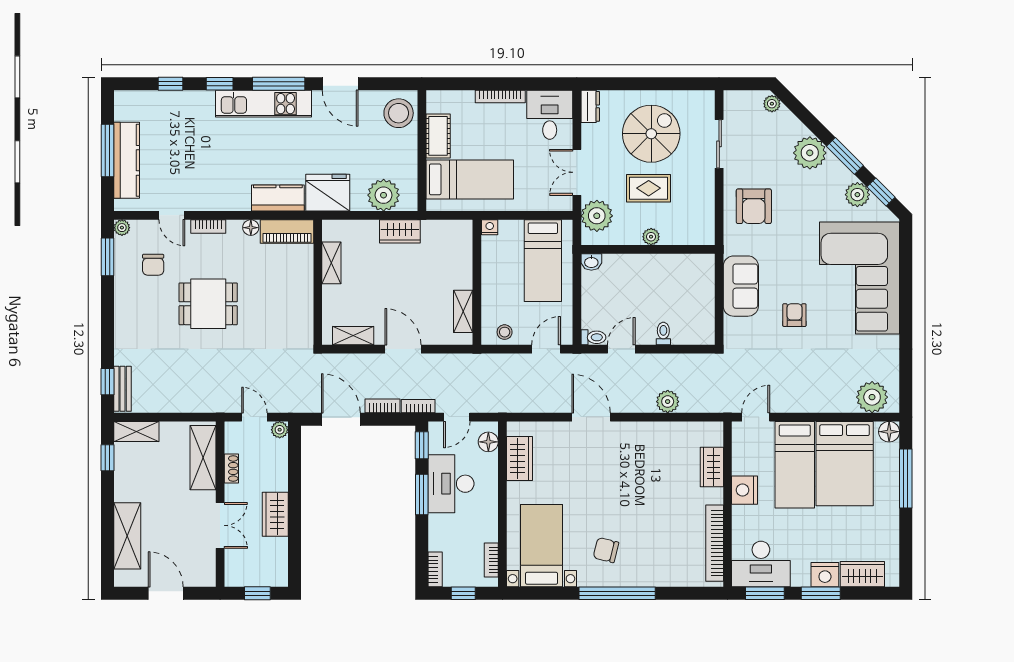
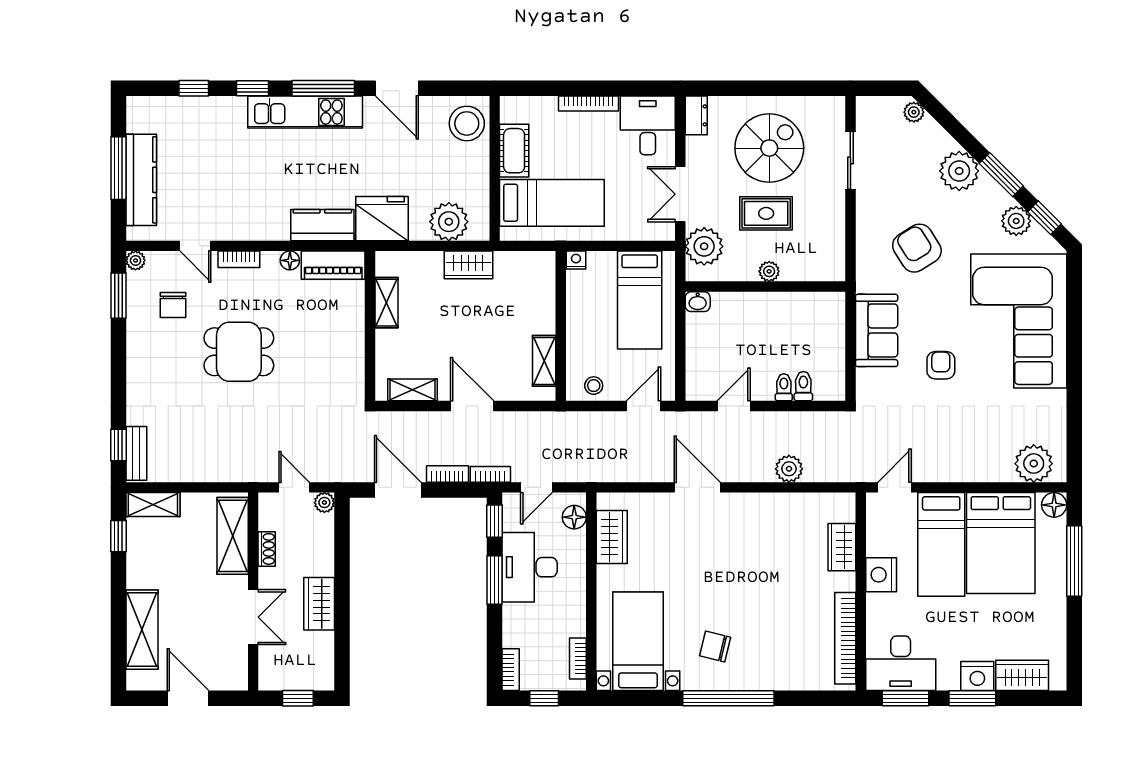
armchair: (754, 206) -> (917, 248), moved, turned 148
toilet: (593, 337) -> (803, 386), moved, turned -90

